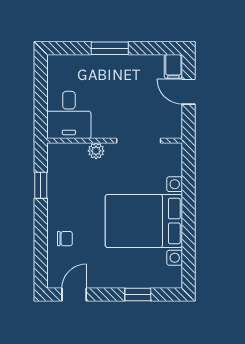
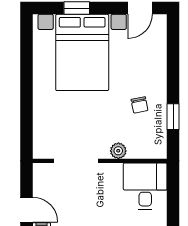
bed with nightstands: (144, 221) -> (82, 52), moved, turned 90
chair: (65, 239) -> (140, 105), moved, turned -101

